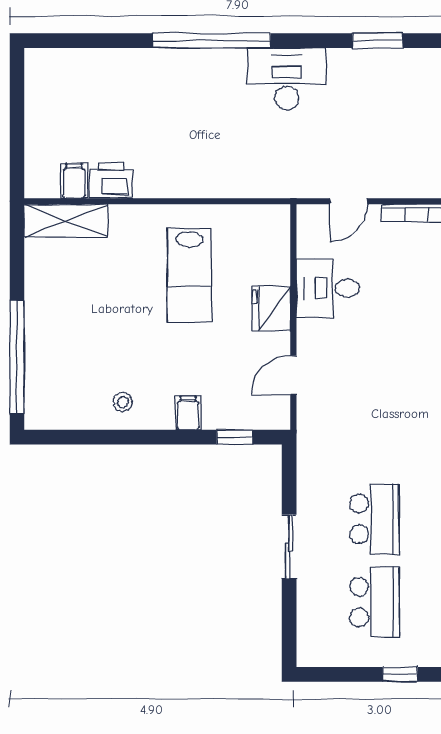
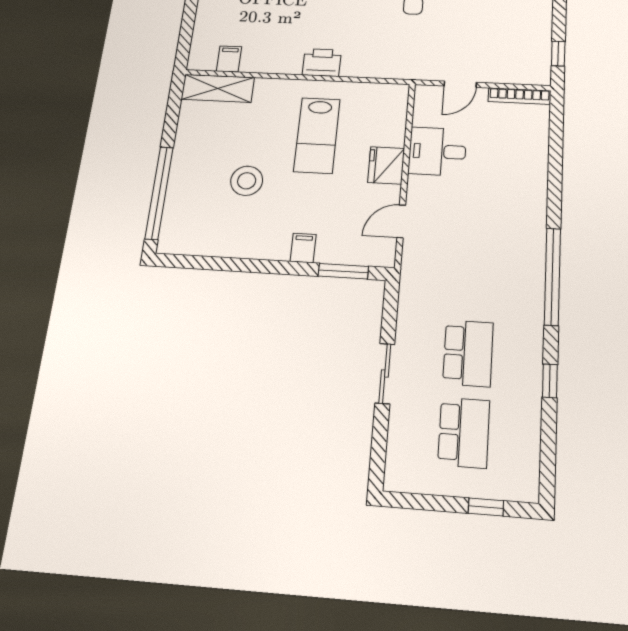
printer: (111, 181) -> (322, 63), moved
stool: (123, 402) -> (247, 181), moved, width x1.89, depth x1.89
window: (235, 437) -> (343, 271), width x1.50

